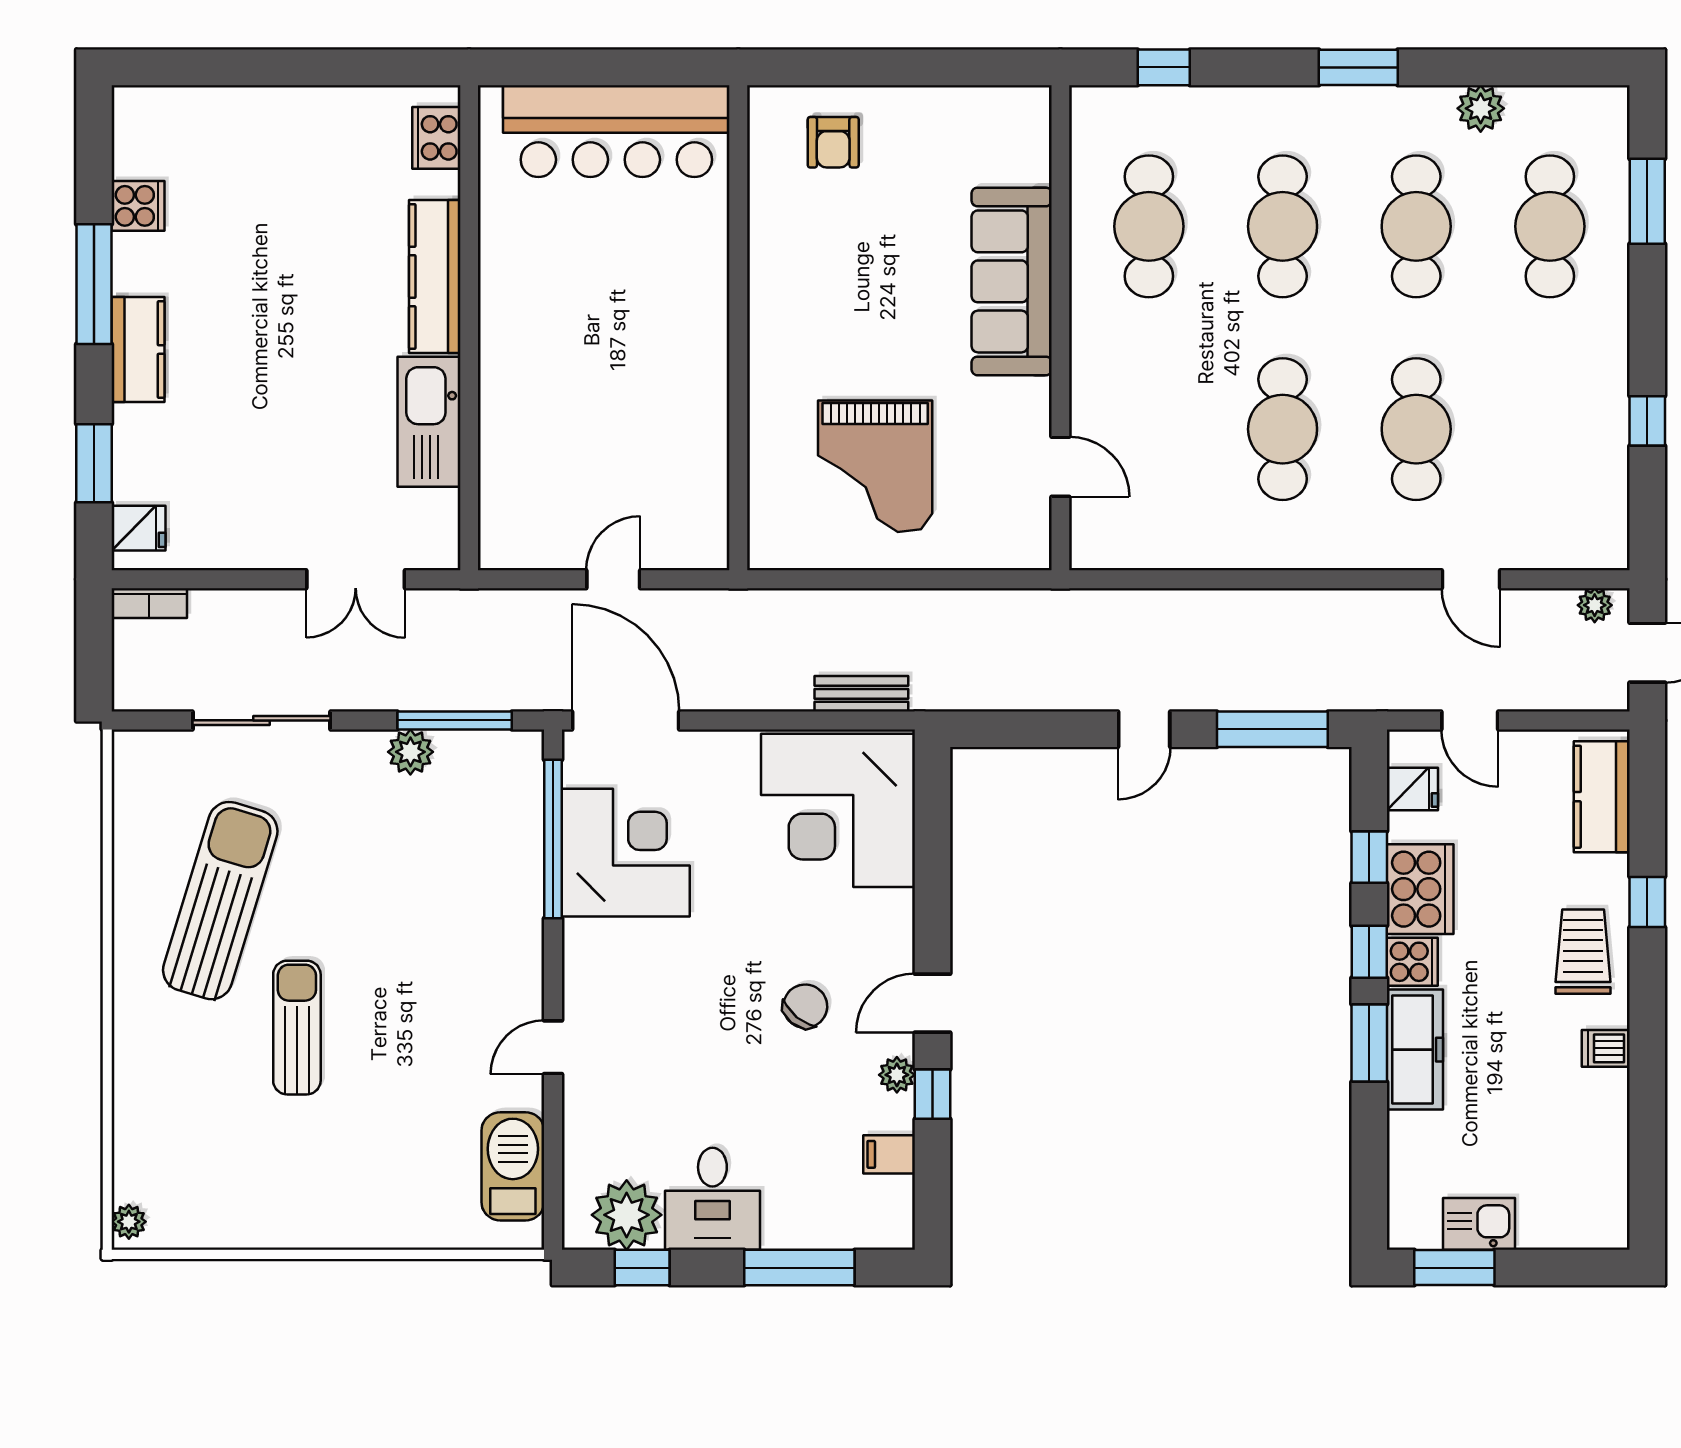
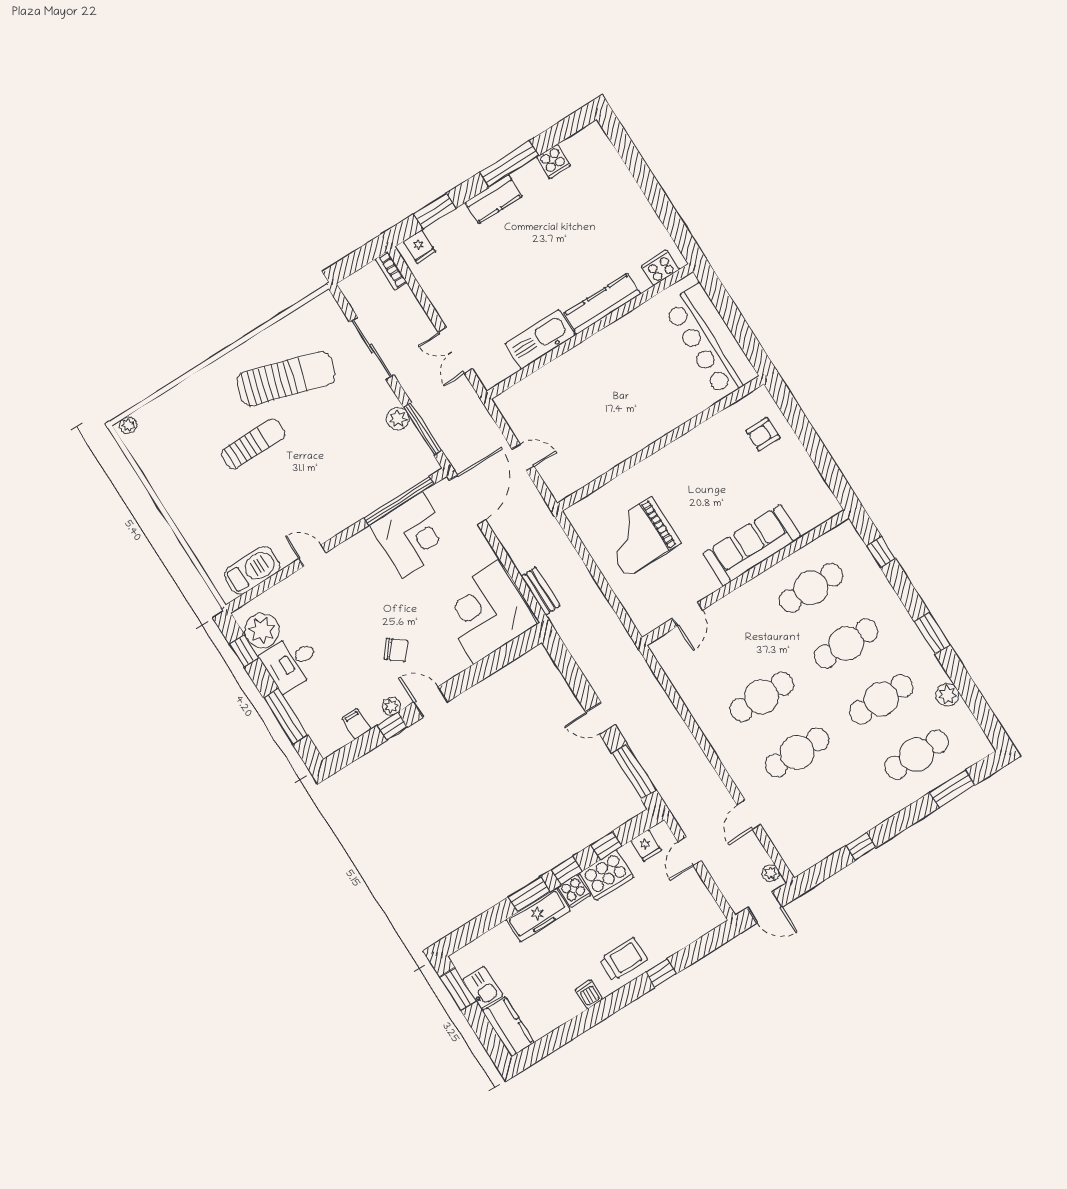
kitchen counter: (1602, 797) -> (508, 1027), moved, turned 90

